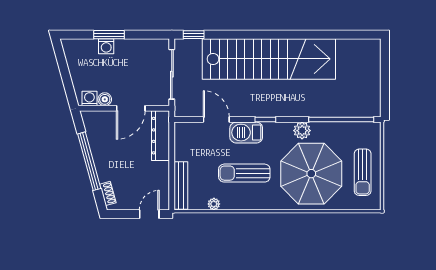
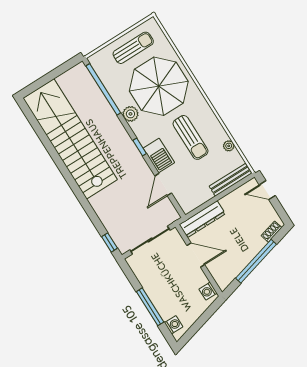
window: (109, 35) -> (150, 307), width x1.44
washing machine: (106, 46) -> (174, 325), moved
stairs: (269, 59) -> (70, 139), moved
boiler: (105, 99) -> (201, 279), removed

